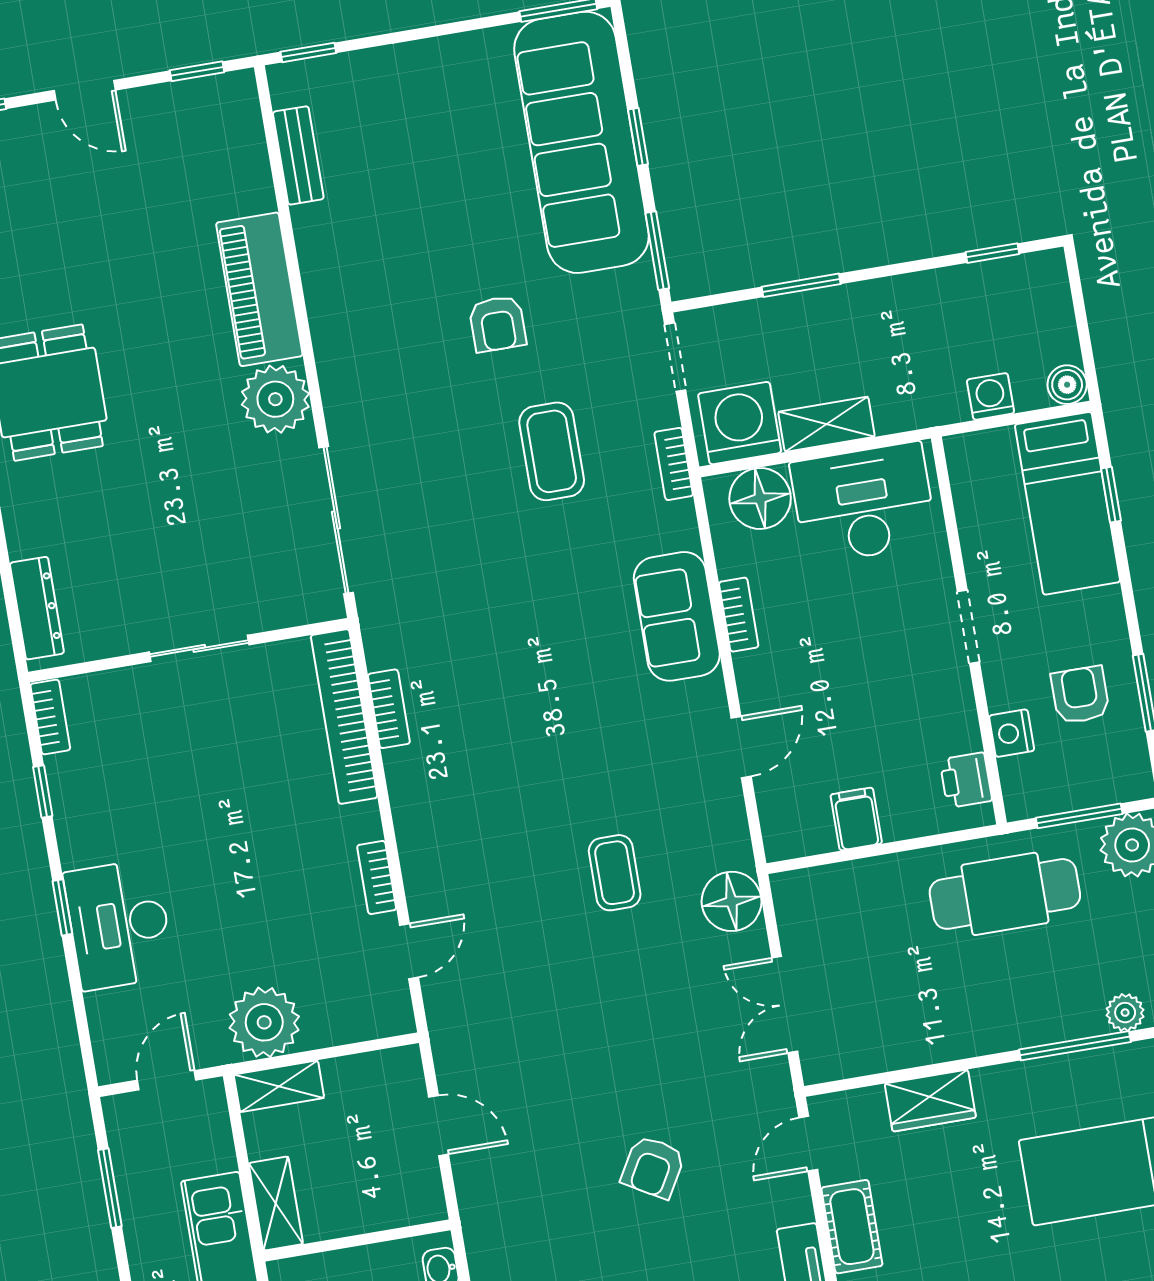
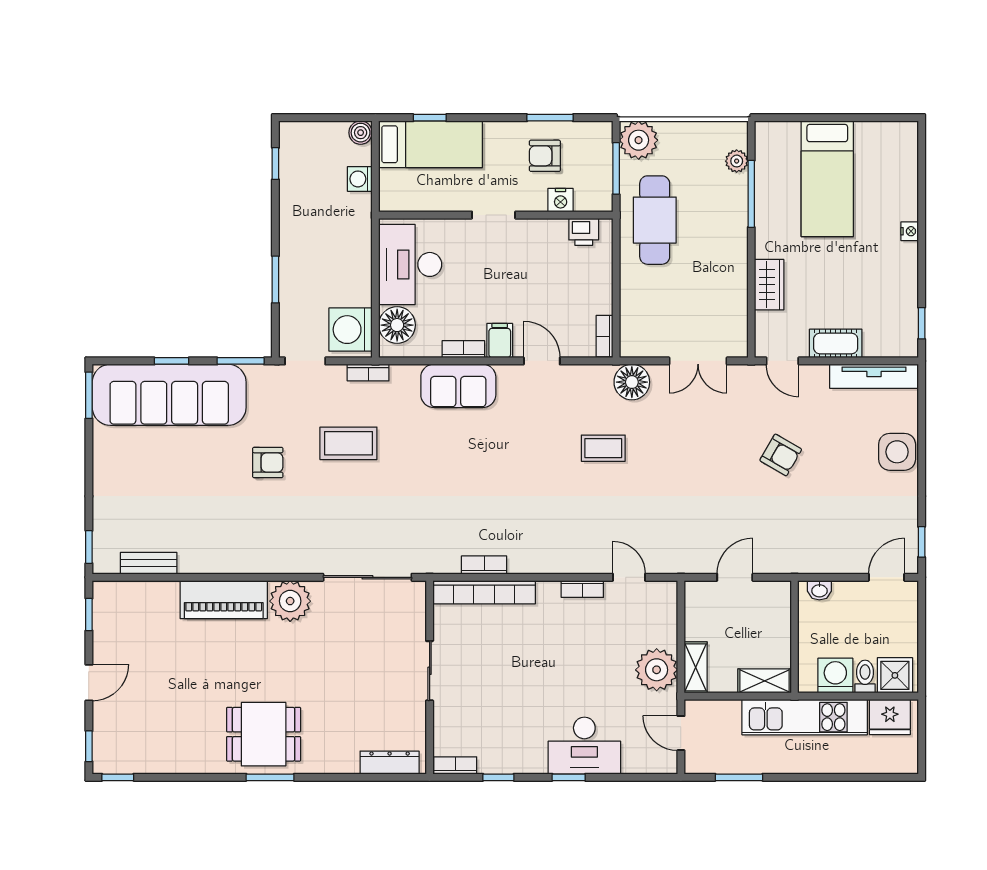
shelving: (827, 424) -> (360, 278), removed
filing cabinet: (856, 819) -> (500, 341), moved, turned 90
bookcase: (800, 844) -> (605, 336), added

